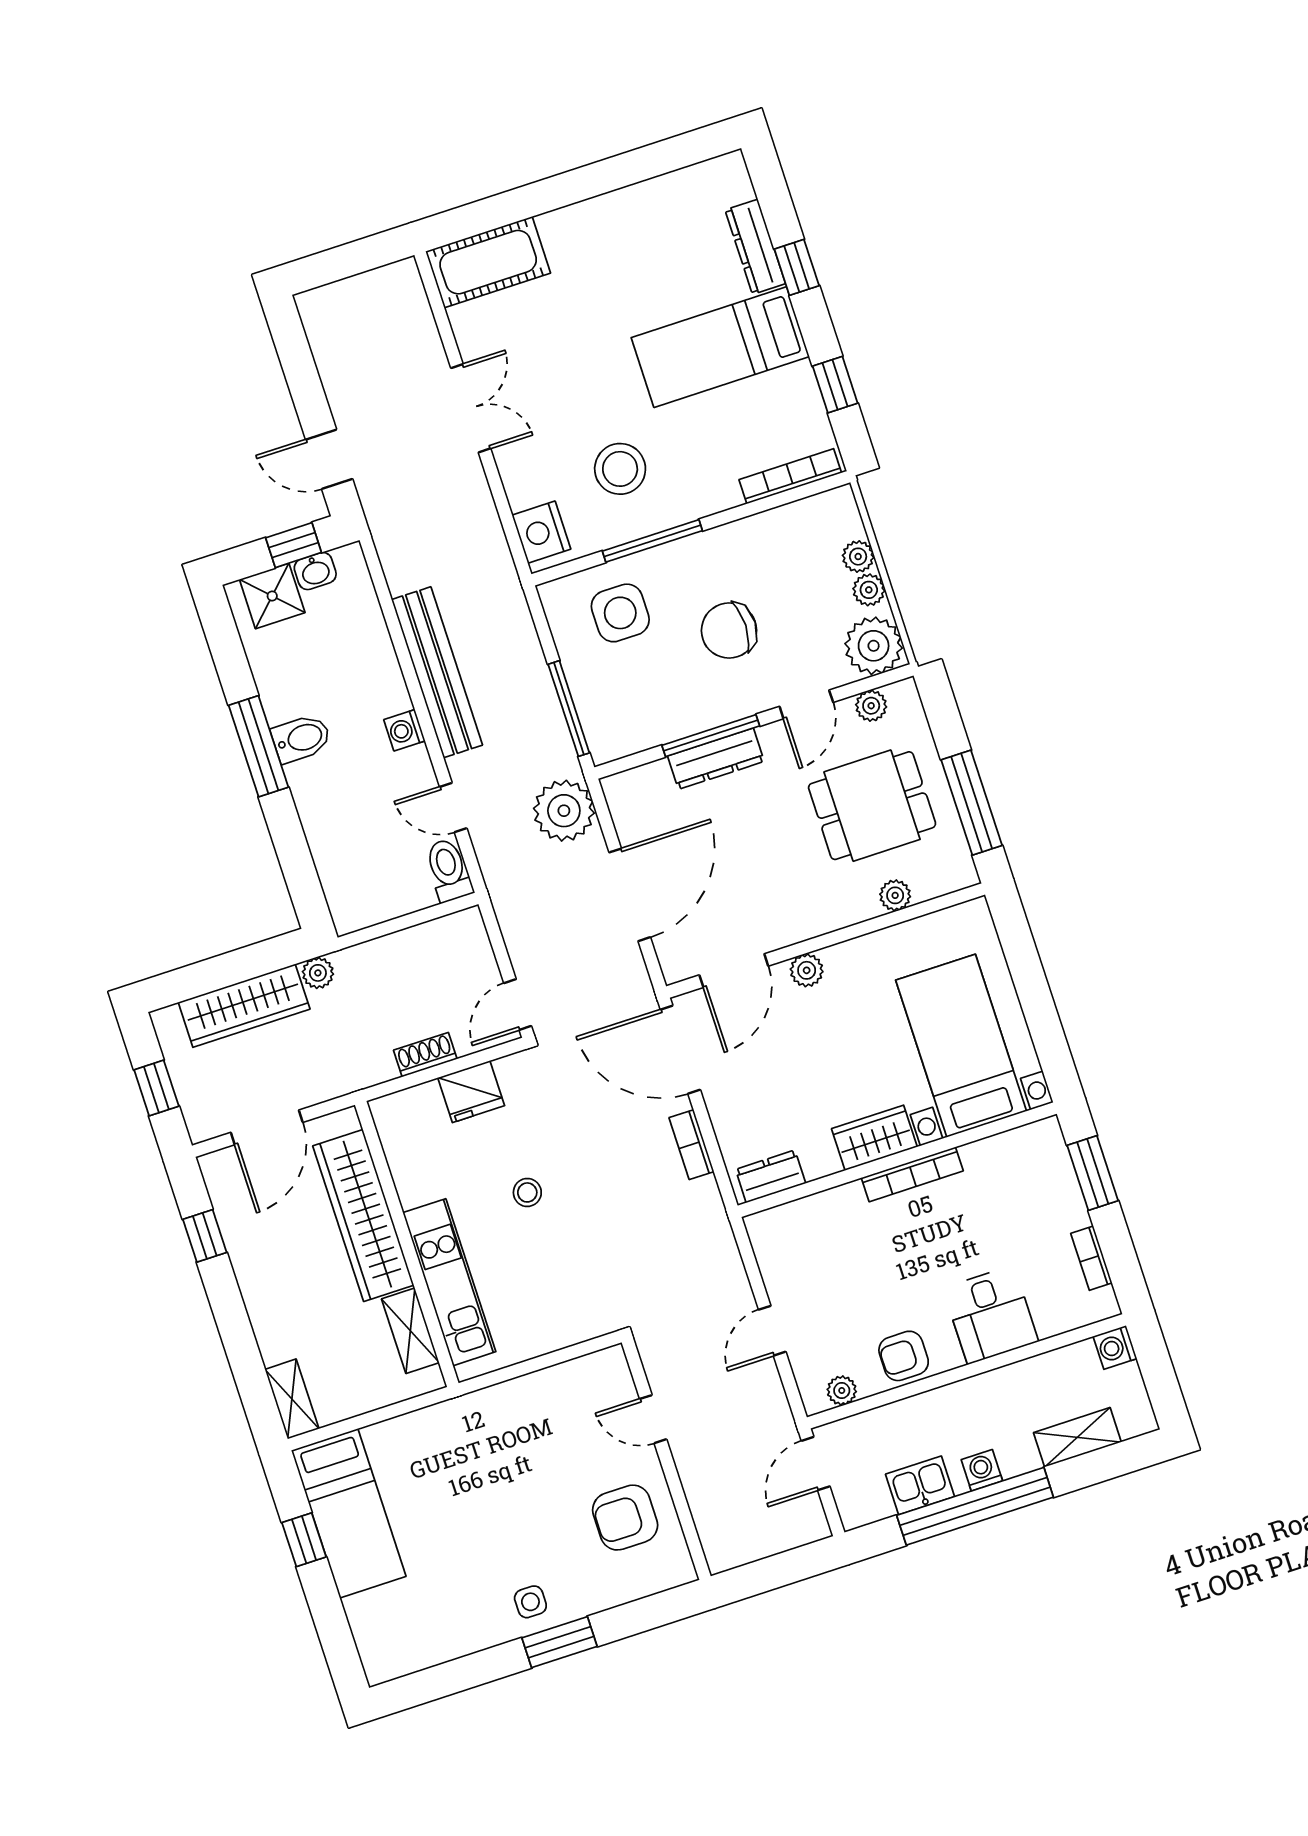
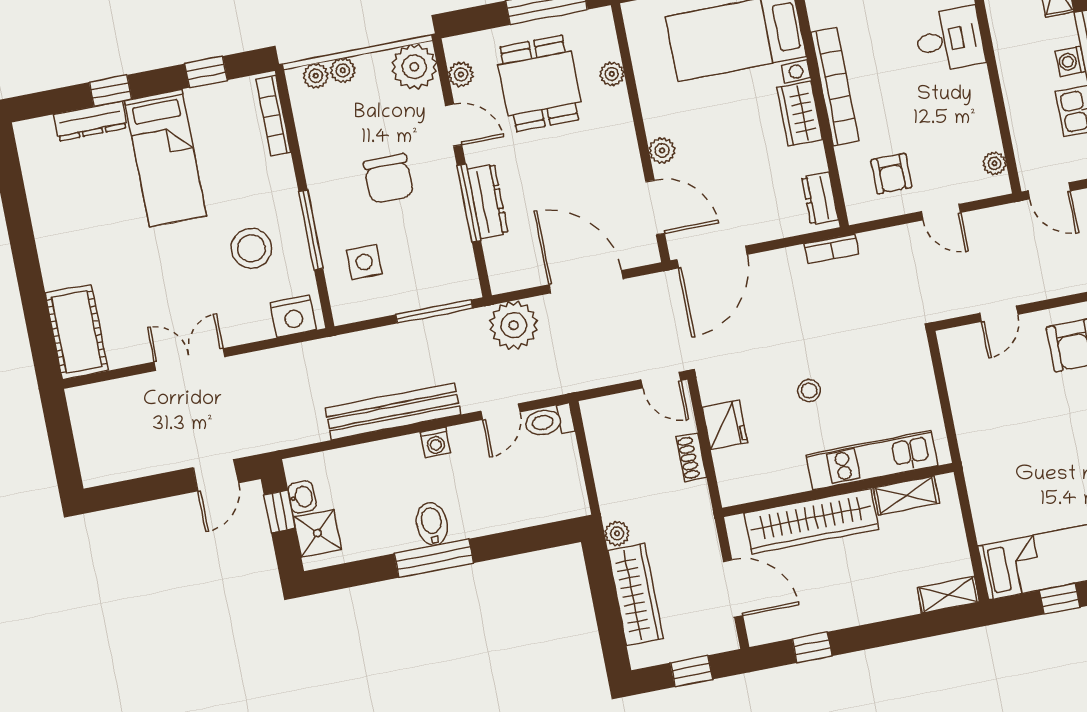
plant: (869, 590) -> (316, 76), moved
side table: (620, 613) -> (364, 262), width x0.73, depth x0.73
bookcase: (692, 1145) -> (831, 249), moved
bookcase: (912, 1174) -> (835, 87), width x1.48, depth x1.31
armchair: (904, 1356) -> (891, 174), moved

